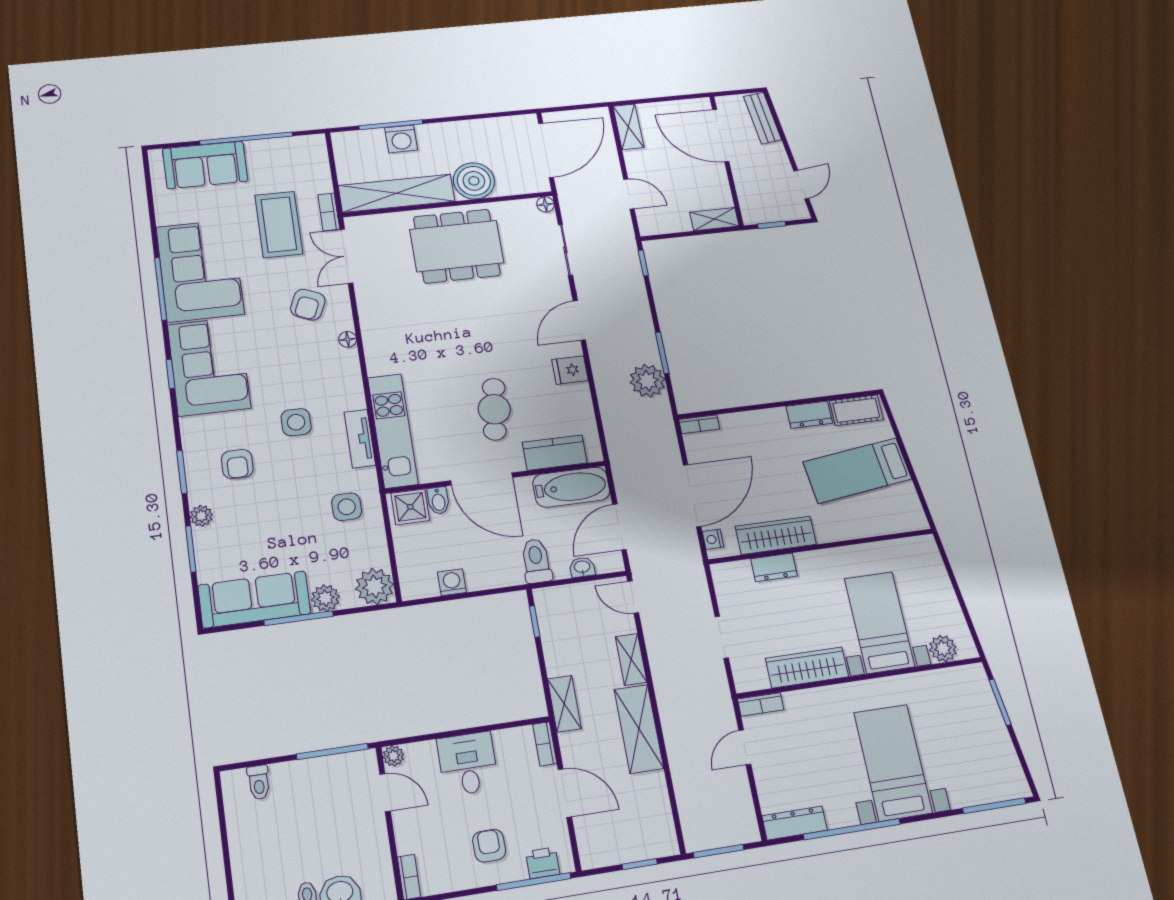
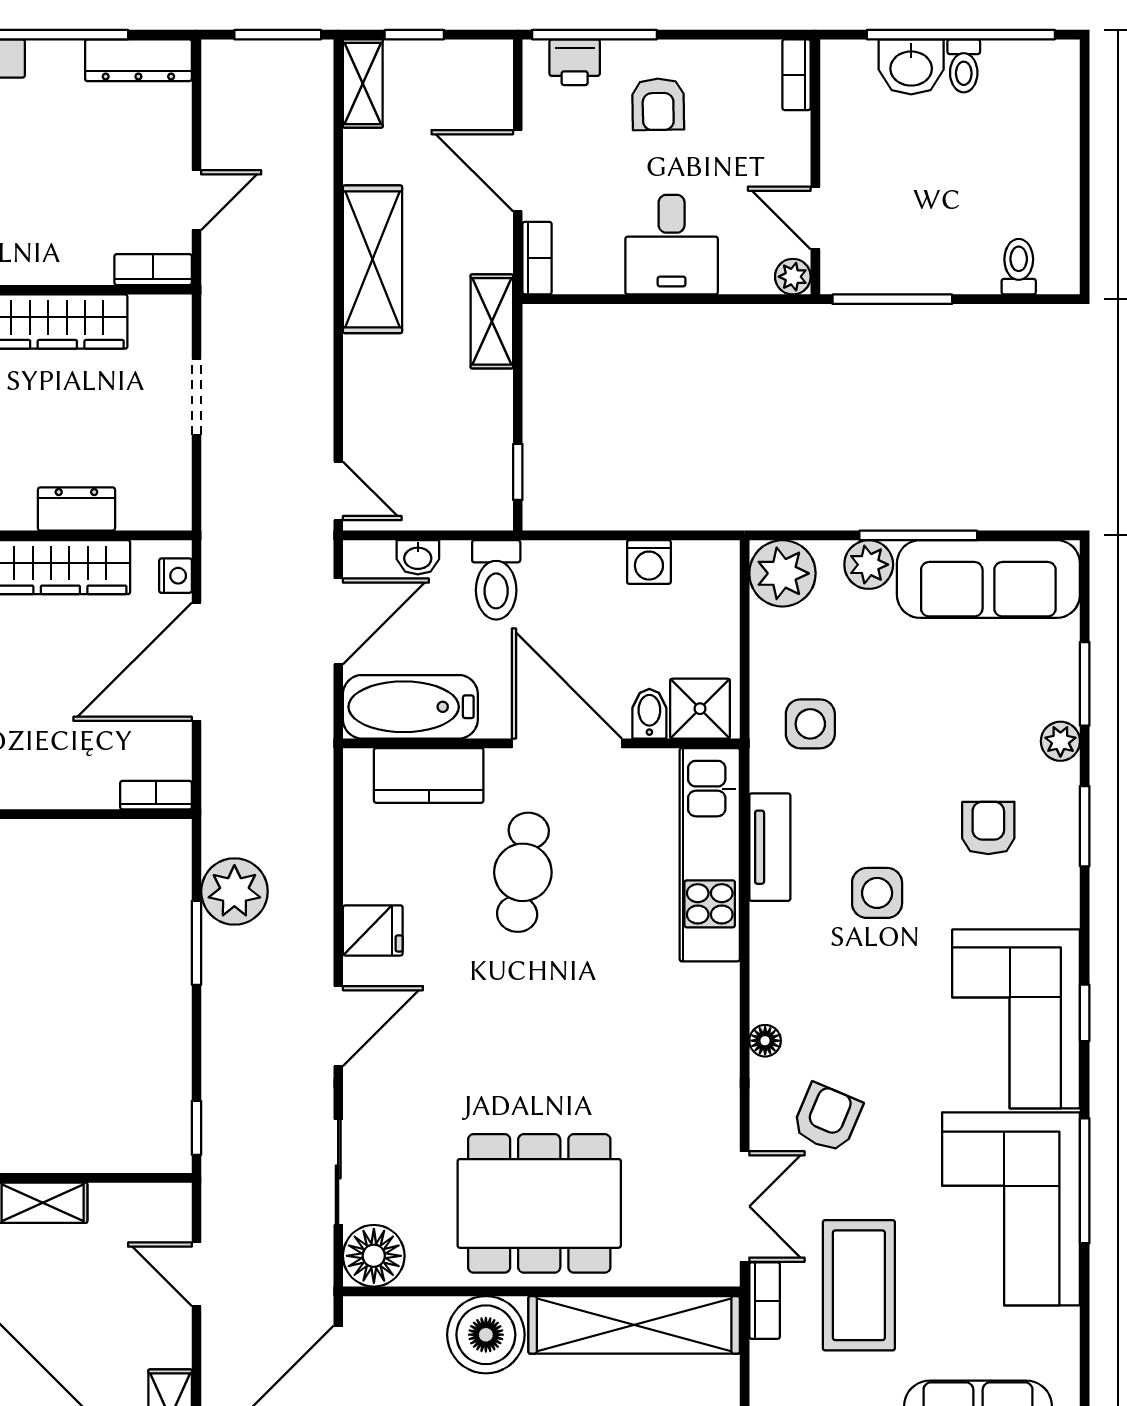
floor lamp: (545, 204) -> (374, 1256), width x1.89, depth x1.89
shelving: (631, 659) -> (363, 83), moved

